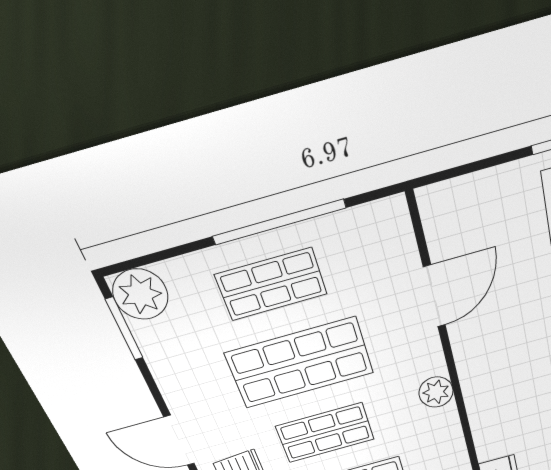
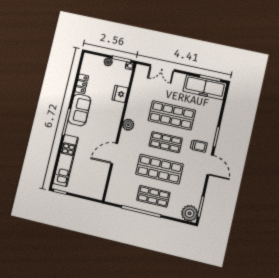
door: (434, 296) -> (114, 153), moved
plant: (436, 392) -> (128, 125), moved

